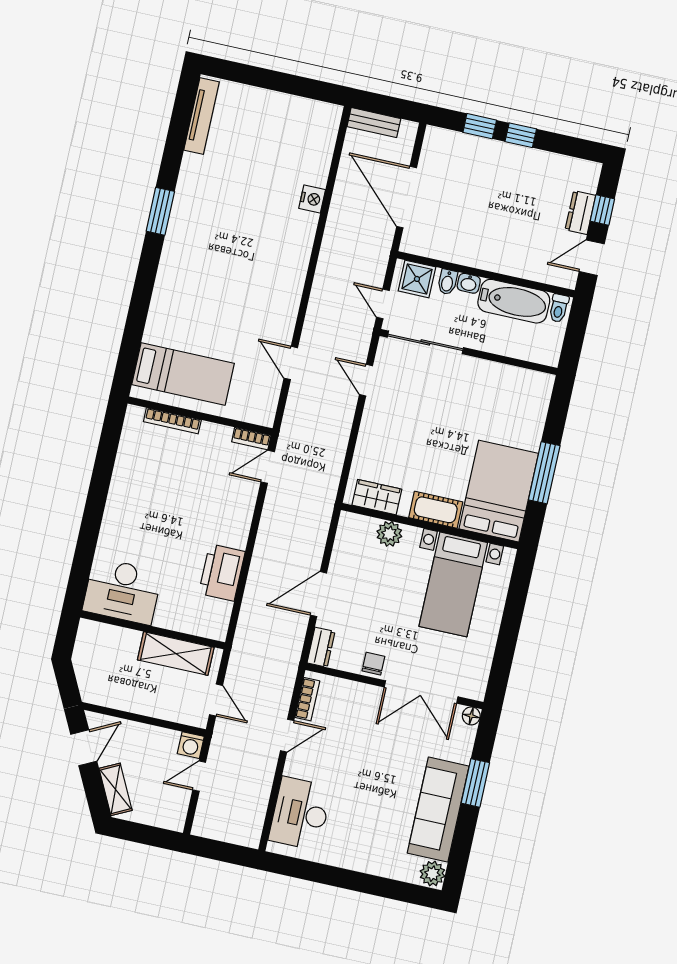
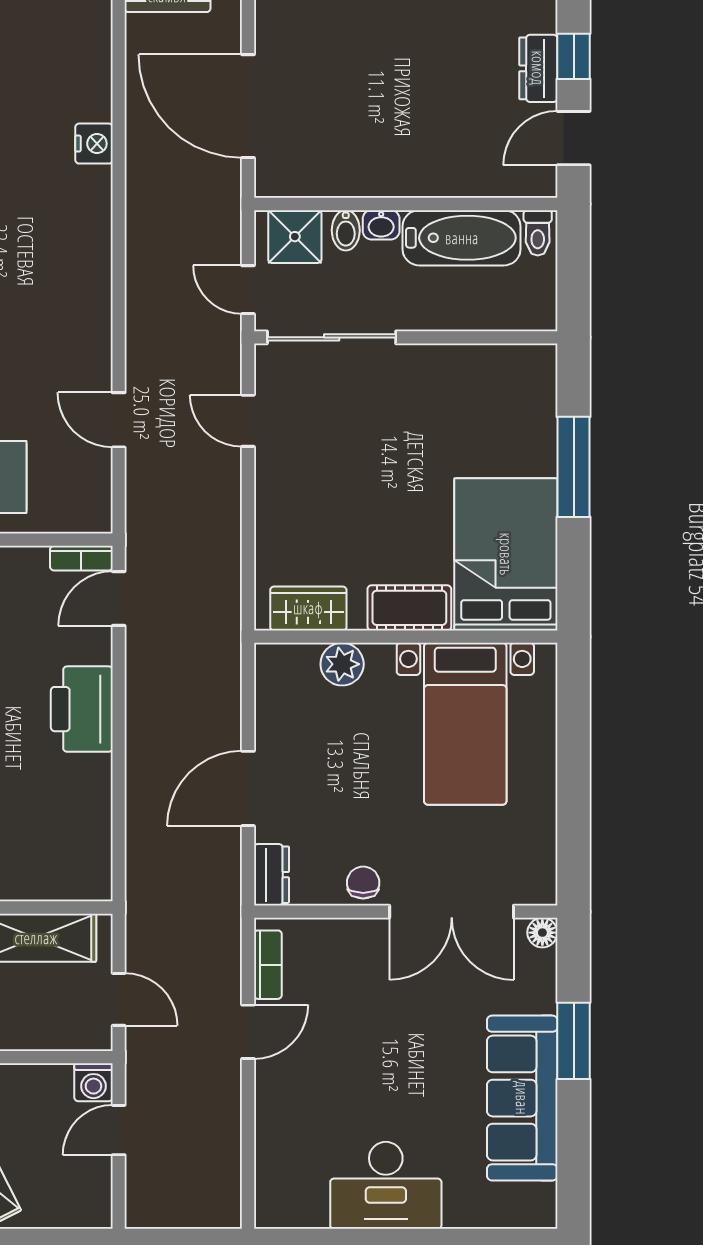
window: (544, 473) -> (574, 467), moved
printer: (222, 573) -> (82, 709), moved
desk: (300, 814) -> (386, 1185), moved, turned -90
plant: (432, 874) -> (536, 1205), removed

